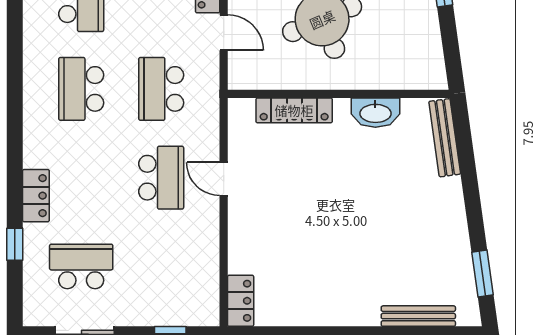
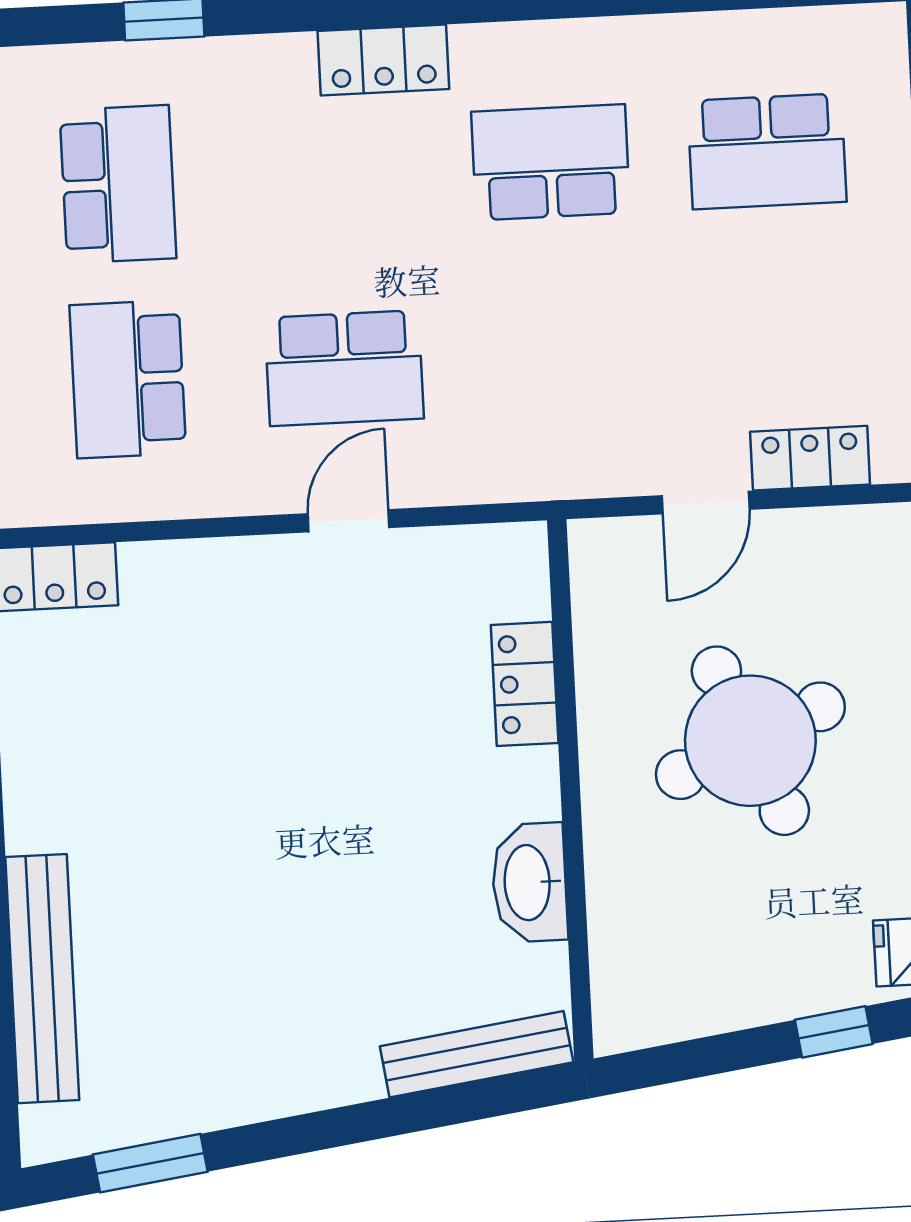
school desk: (161, 89) -> (128, 379), moved, turned -90
locker: (294, 110) -> (525, 684), width x0.66
locker: (36, 196) -> (383, 60), moved
bench: (418, 316) -> (42, 979), width x1.37, depth x1.21

